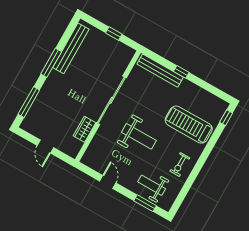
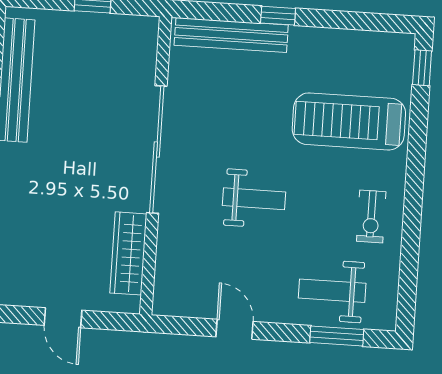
wardrobe: (84, 129) -> (128, 253), width x1.50
weight bench: (139, 136) -> (254, 199), width x0.73, depth x0.75

